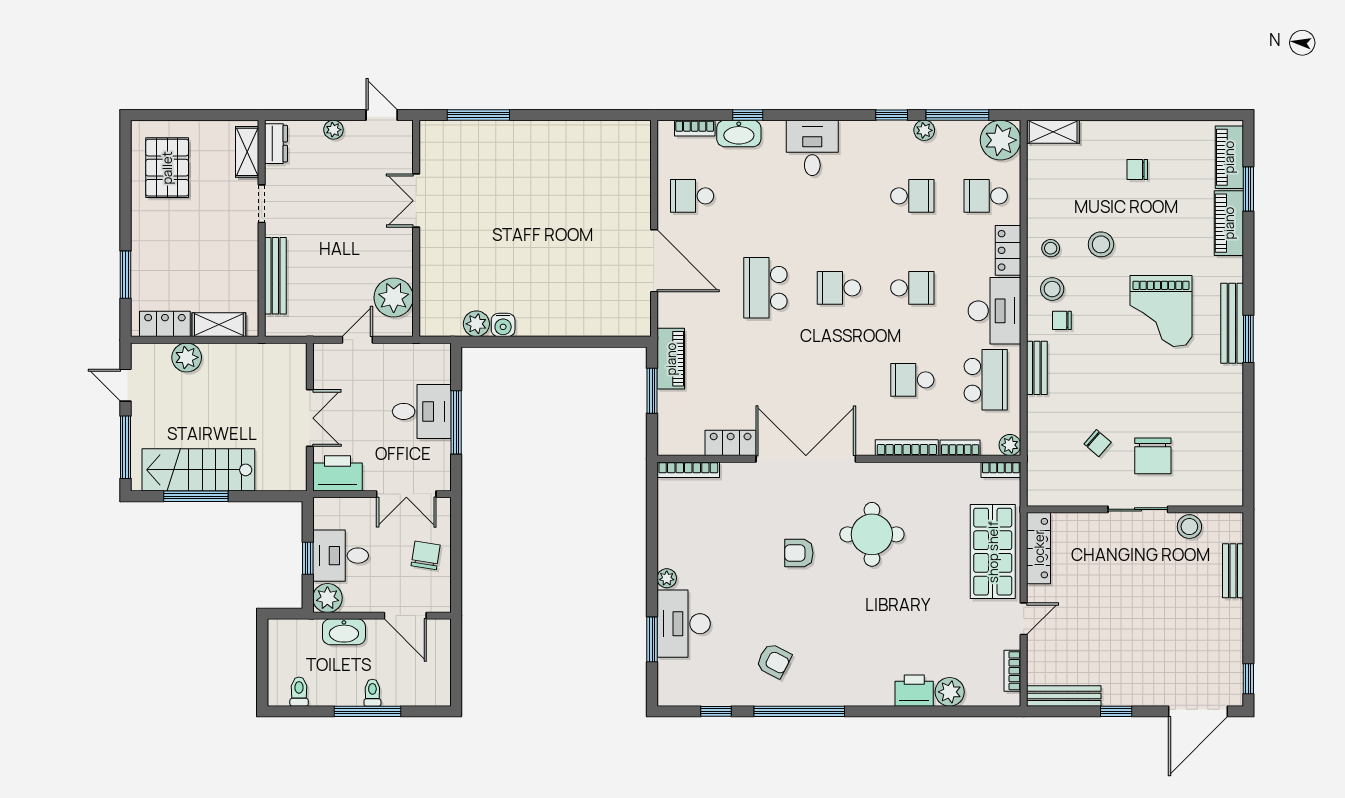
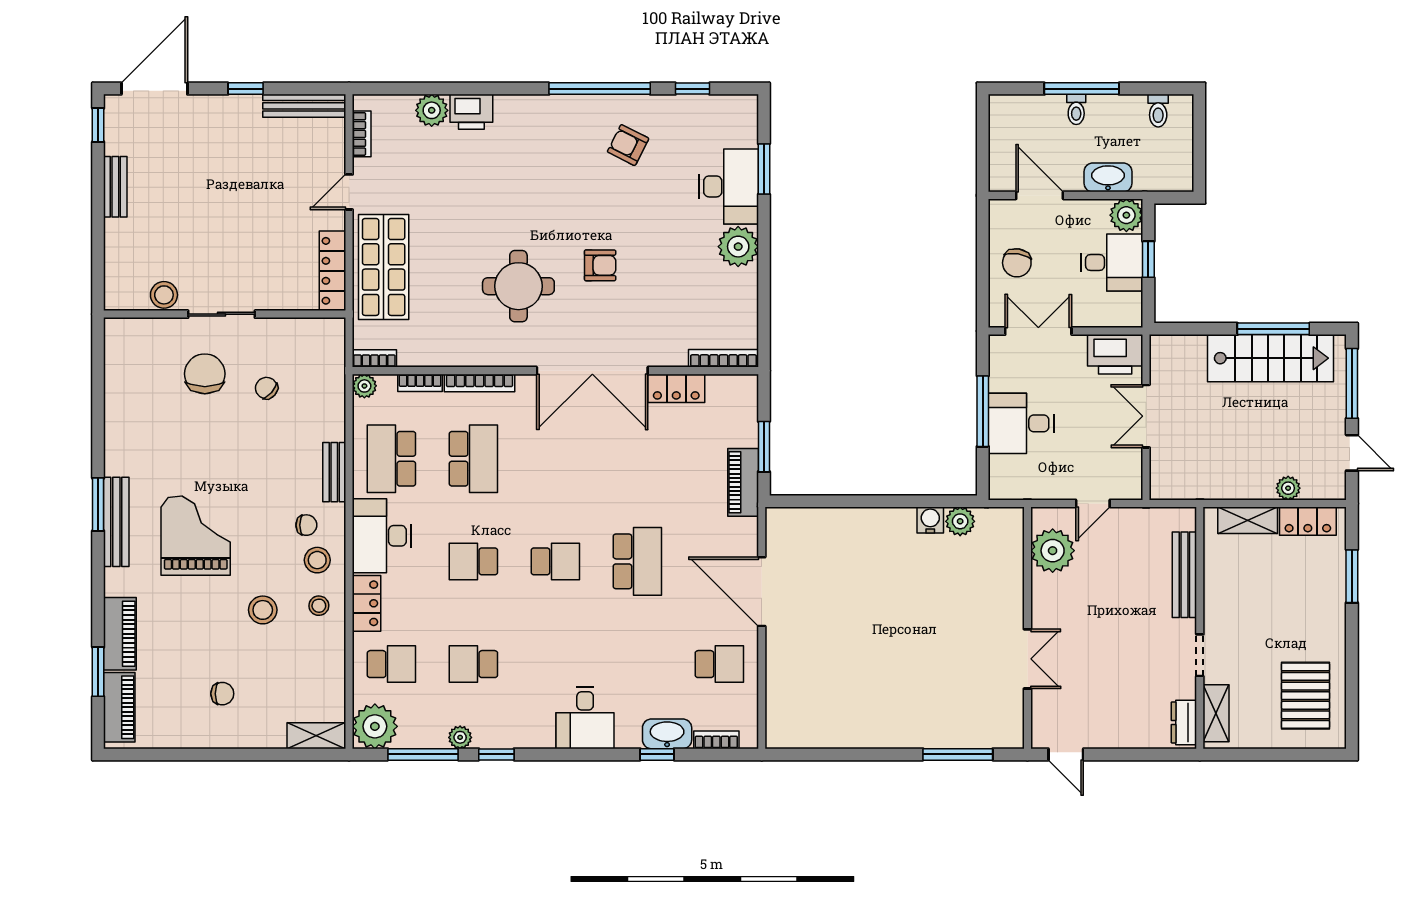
plant: (333, 130) -> (1120, 738), removed
plant: (187, 357) -> (1288, 488), width x0.73, depth x0.73
school desk: (912, 380) -> (473, 459), width x1.85
bench: (1233, 571) -> (115, 187), moved
plant: (667, 578) -> (738, 247), width x1.88, depth x1.88

